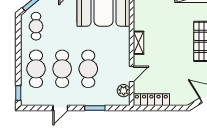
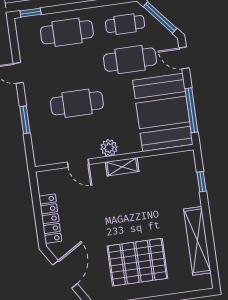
cafe table: (62, 69) -> (130, 60), moved
plant: (124, 91) -> (109, 148), moved
locker: (151, 100) -> (50, 219), moved

